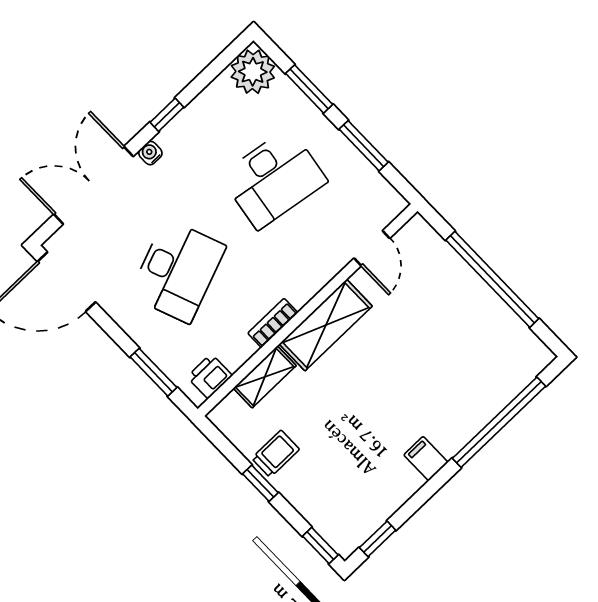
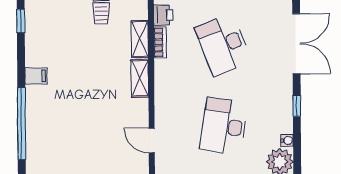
water cooler: (150, 153) -> (287, 140), moved
bookcase: (273, 323) -> (160, 42), moved
shelving: (326, 325) -> (140, 78), width x0.67, depth x0.75

